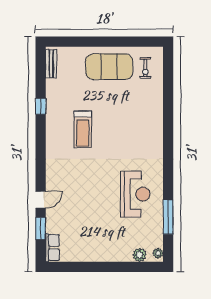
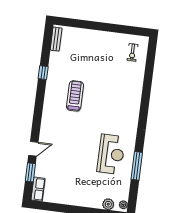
exercise mat: (109, 67) -> (103, 48), removed
treadmill: (83, 129) -> (75, 96), turned 180
window: (168, 217) -> (137, 166), moved

